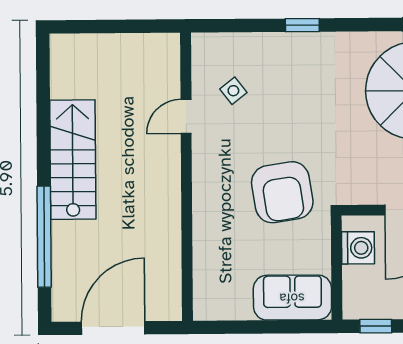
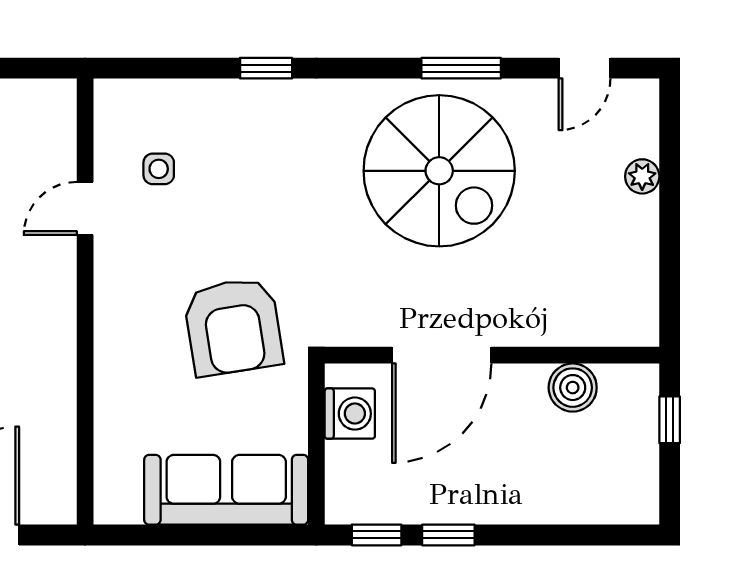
side table: (233, 91) -> (159, 169), turned 38
sofa: (292, 298) -> (226, 490), width x1.36

